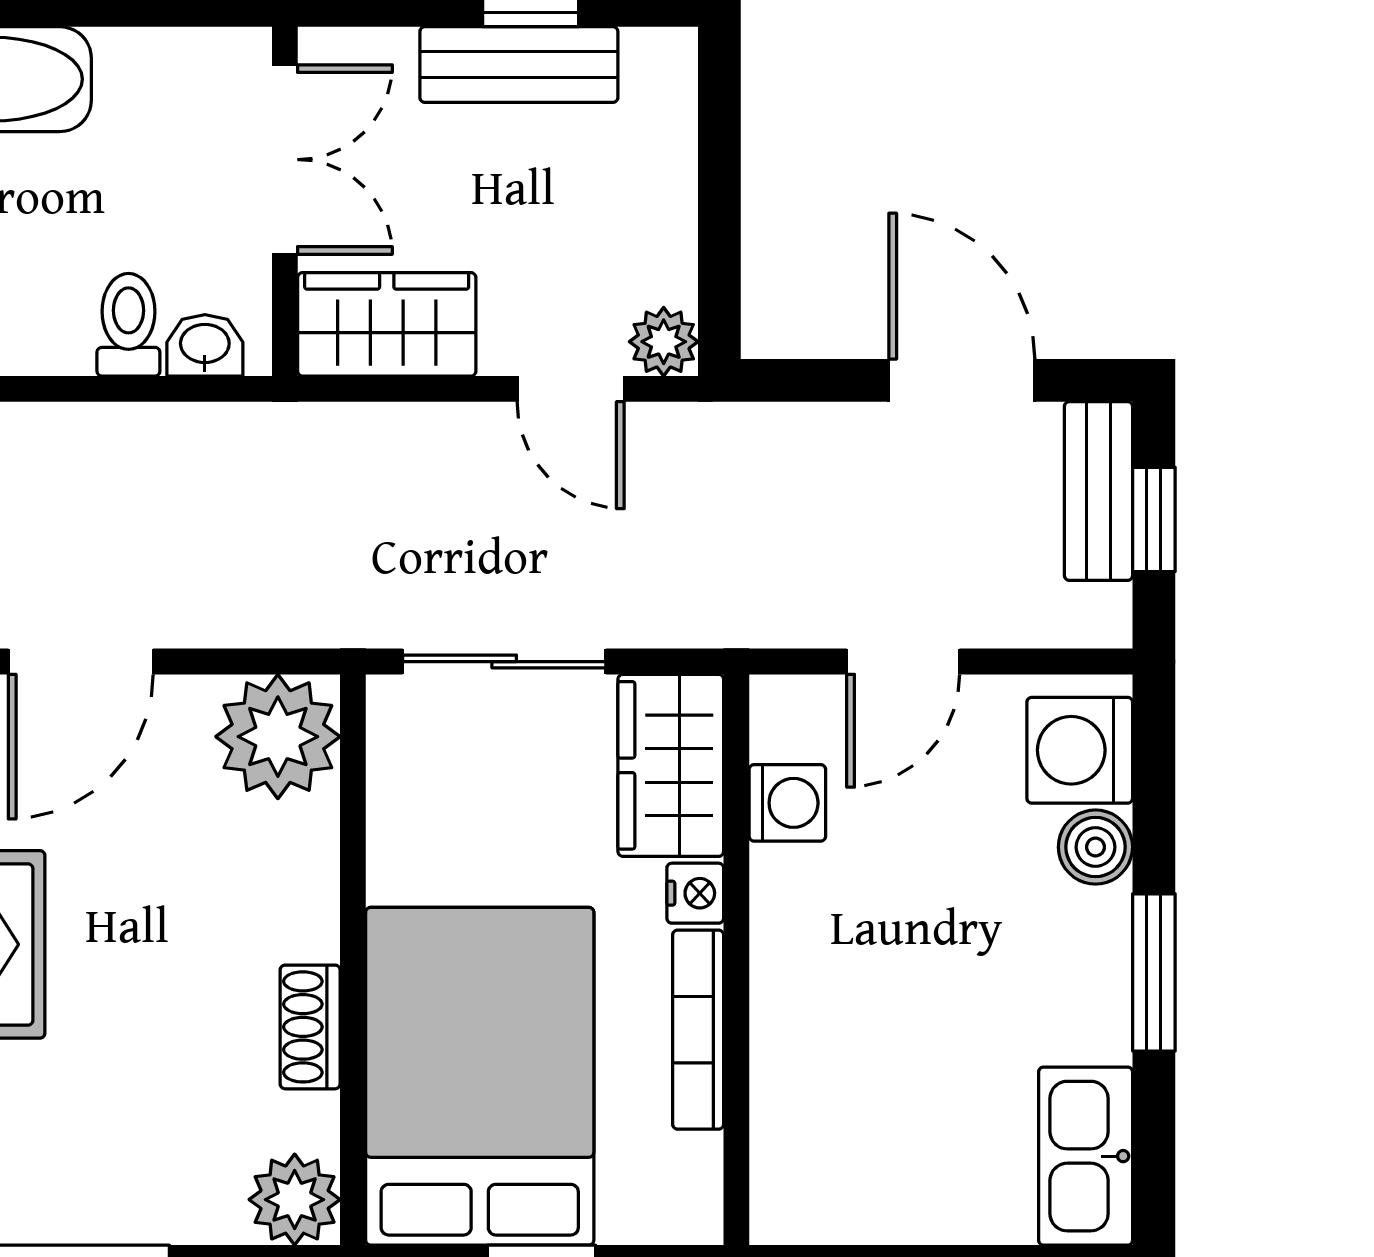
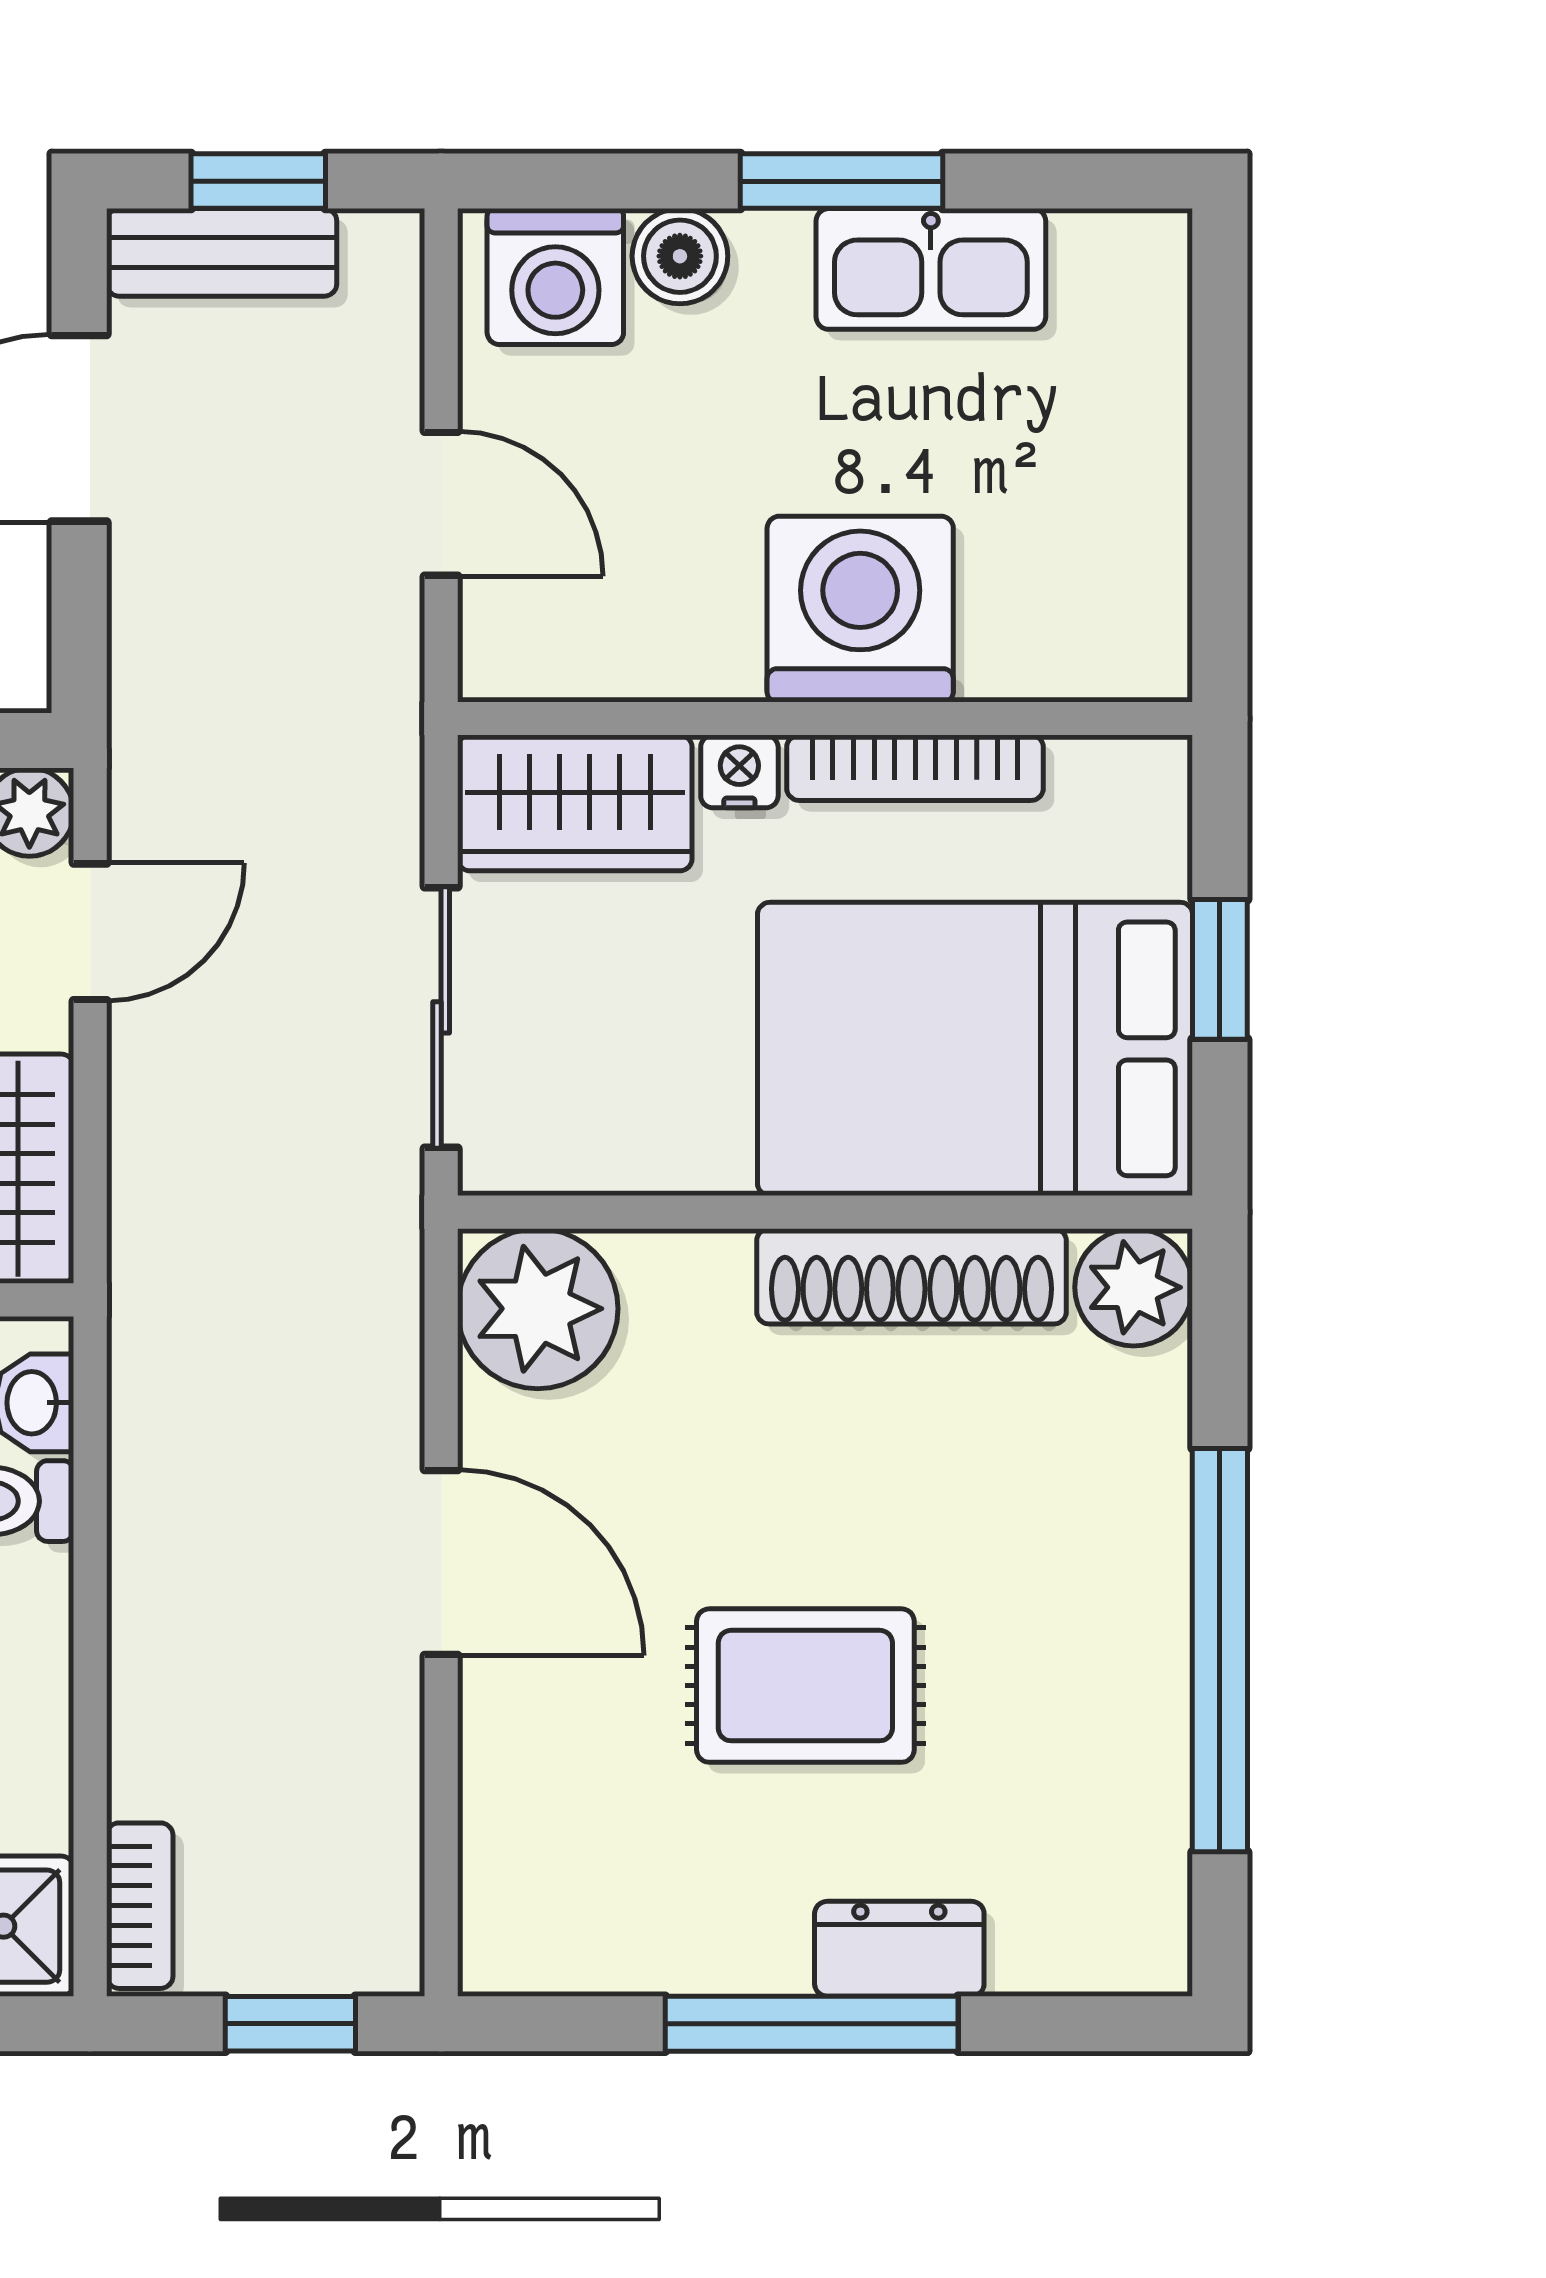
washing machine: (787, 803) -> (860, 609), moved, width x1.89, depth x1.89
shoe rack: (310, 1027) -> (912, 1276), width x1.94, depth x1.24
kitchen sink: (1086, 1156) -> (931, 269), moved

